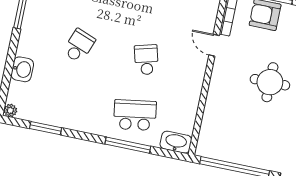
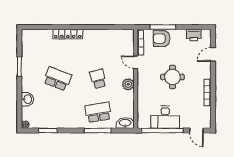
school desk: (79, 46) -> (57, 79), width x1.85
plant: (194, 79) -> (128, 84), added
desk: (244, 146) -> (165, 117), added

